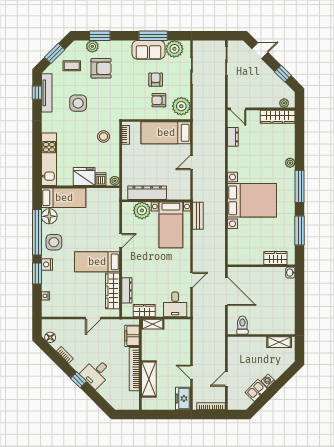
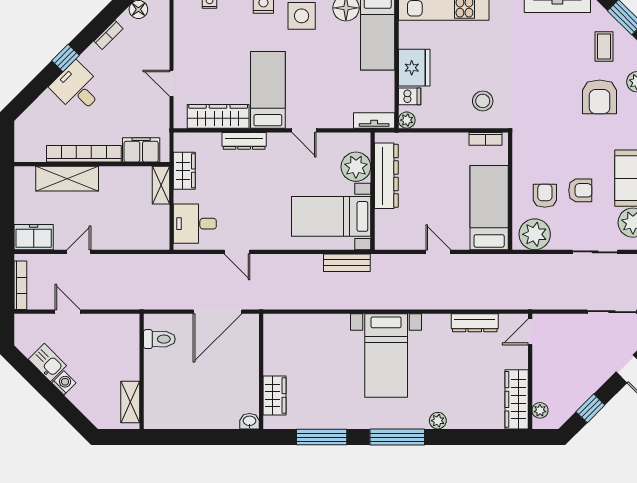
side table: (78, 103) -> (540, 57), removed
dresser: (233, 137) -> (475, 323), width x1.44
tv unit: (115, 200) -> (374, 120), added
bed with nightstands: (252, 200) -> (386, 355), width x0.73
dresser: (127, 290) -> (244, 141), moved

